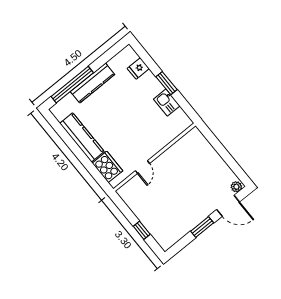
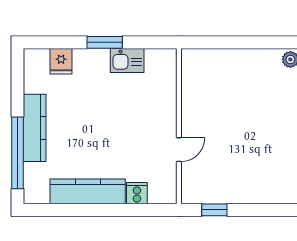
cooker: (107, 167) -> (137, 193), width x0.53, depth x0.76
door: (142, 167) -> (179, 150), hinge flipped
window: (142, 230) -> (214, 210), moved

